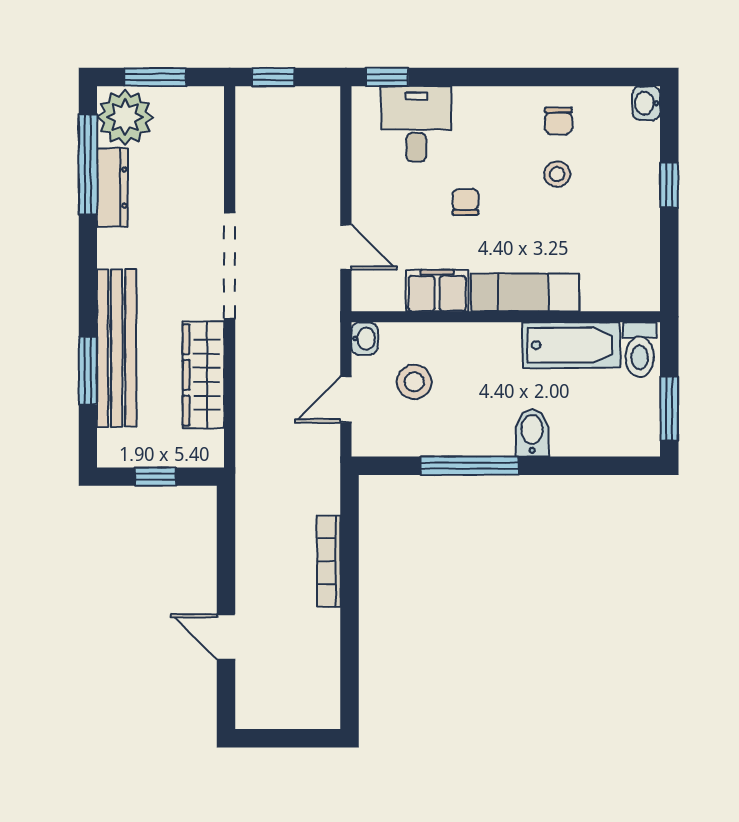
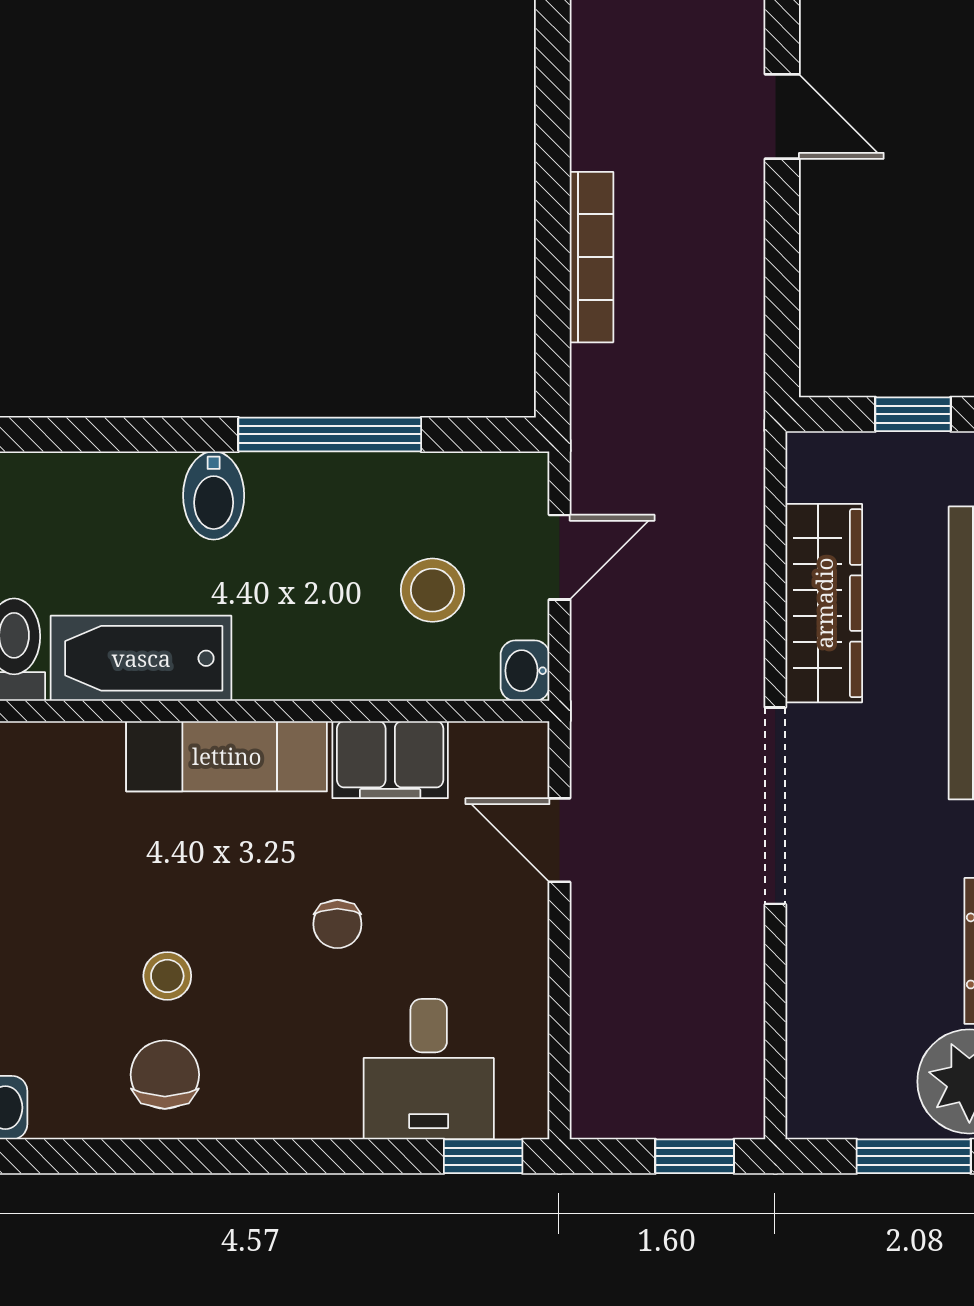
chair: (558, 121) -> (165, 1075), width x1.37, depth x1.37

